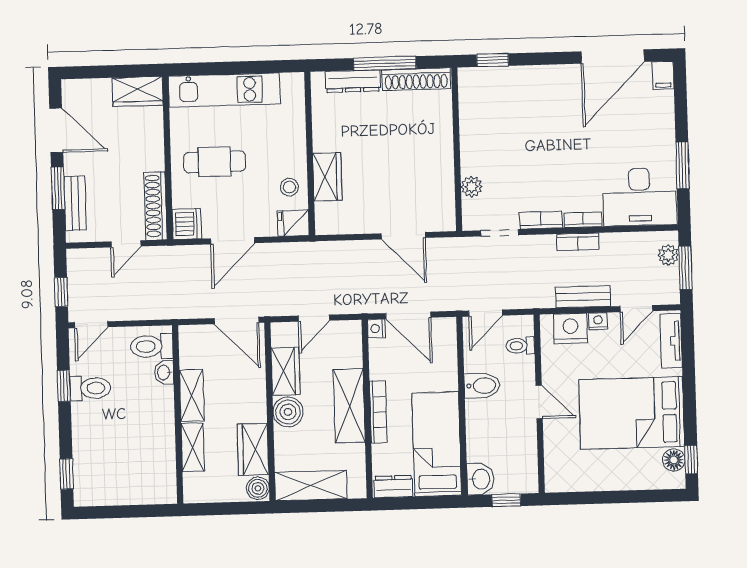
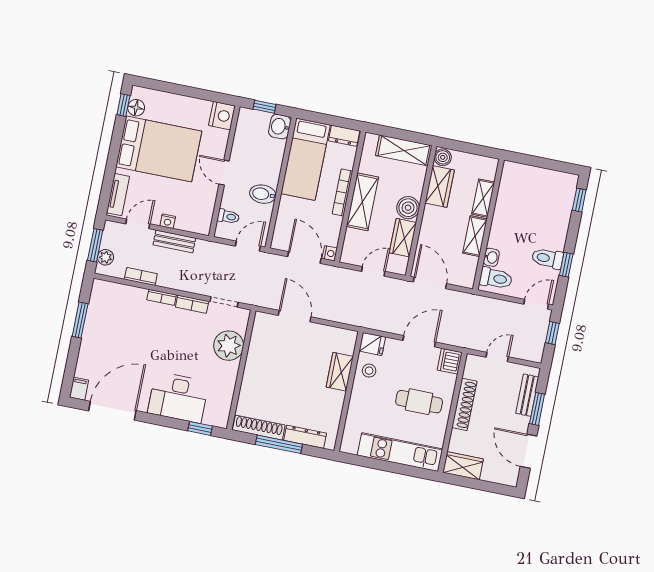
plant: (471, 187) -> (229, 346), width x1.88, depth x1.88
desk: (640, 197) -> (178, 397), moved, turned 180
shoe rack: (156, 206) -> (464, 404), moved
bookcase: (578, 242) -> (141, 277), moved
nightstand: (571, 328) -> (222, 116), moved, turned -90

